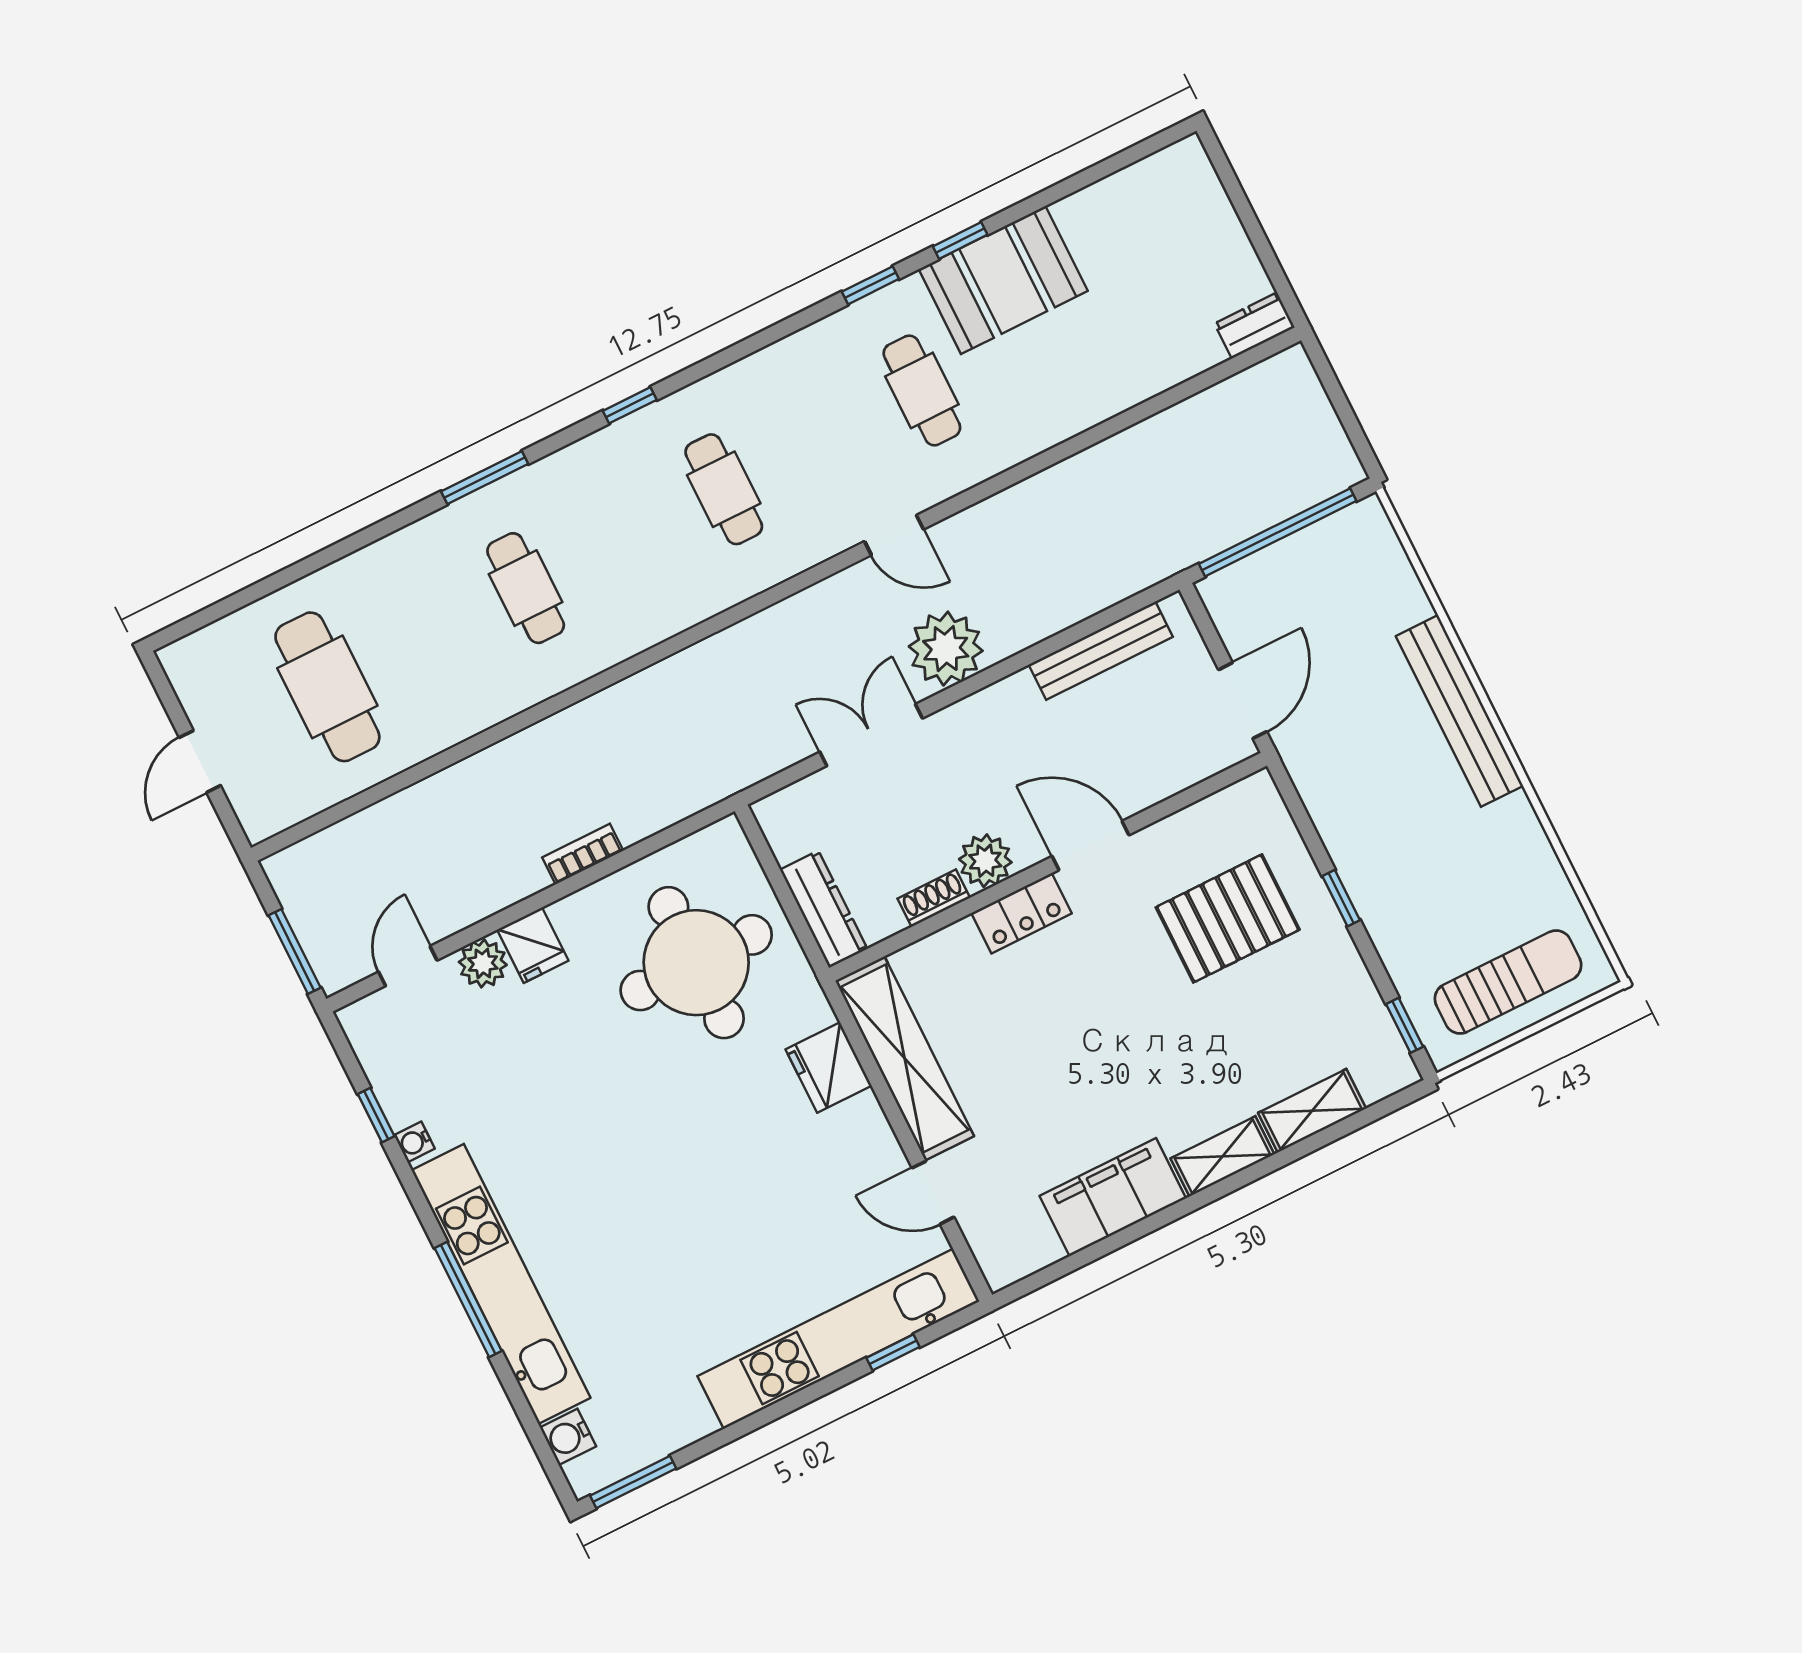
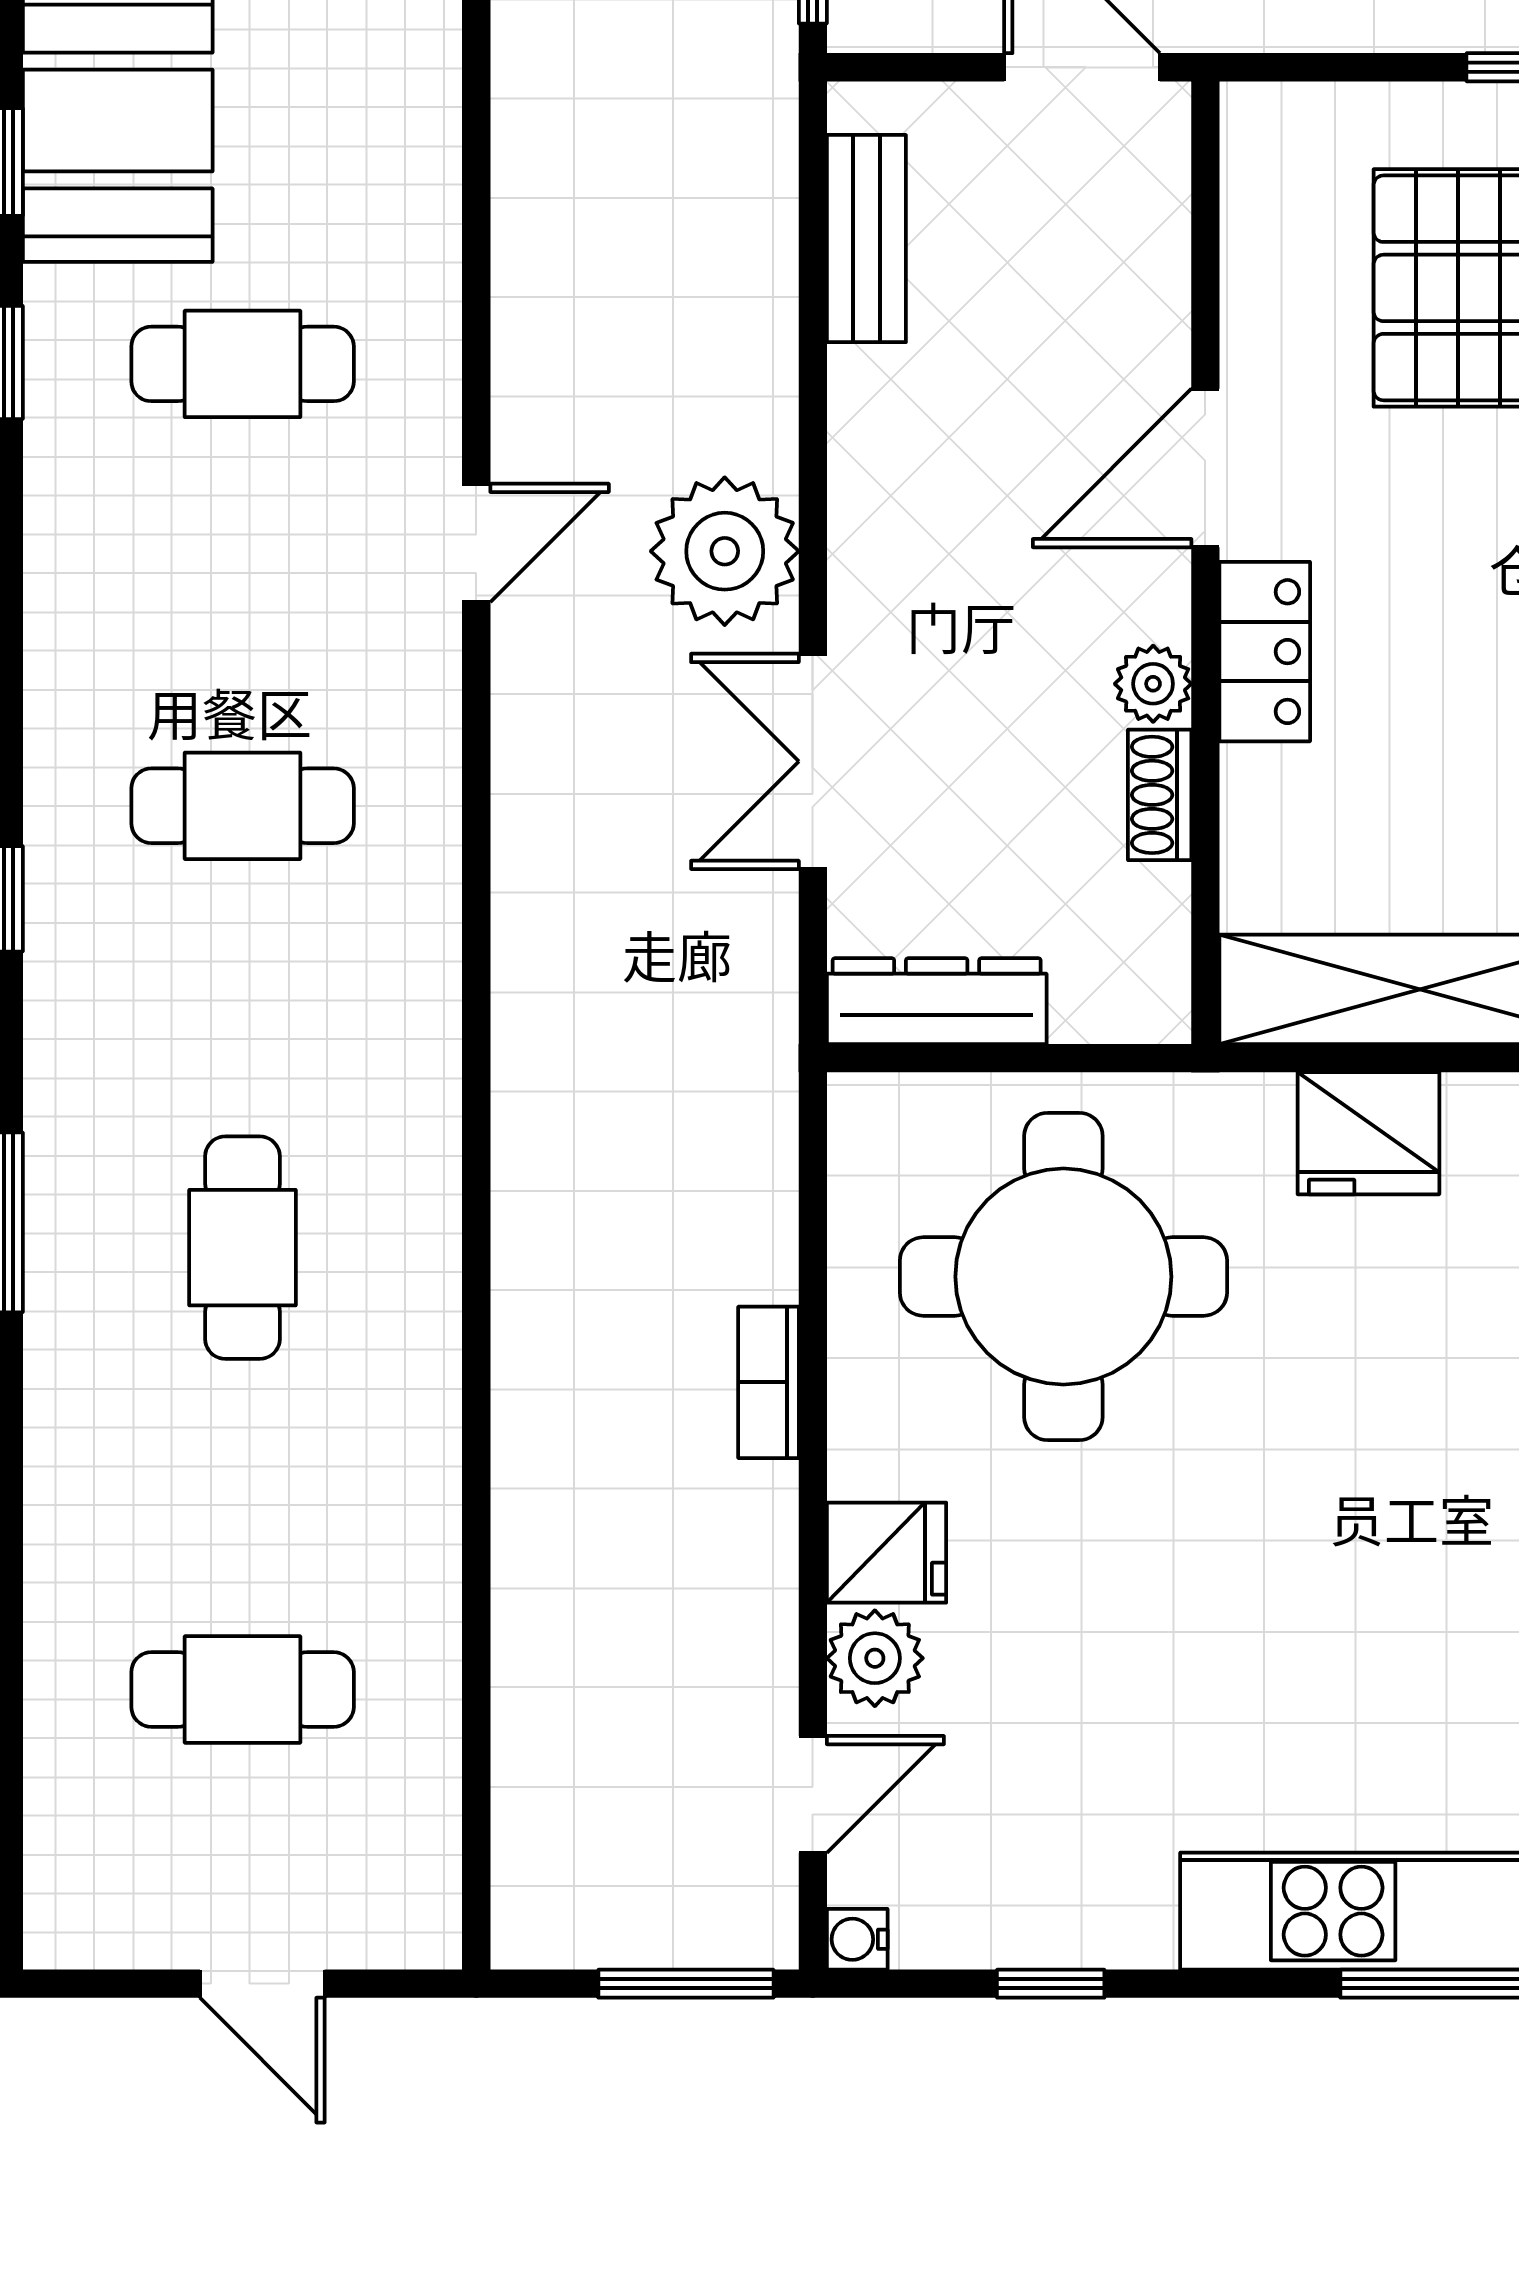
cafe table: (526, 588) -> (243, 1248), turned 90
bench: (1101, 651) -> (866, 239), width x0.73
cafe table: (327, 687) -> (243, 1690), width x0.73, depth x0.74
plant: (985, 861) -> (1153, 684), width x0.73, depth x0.73
dresser: (824, 909) -> (937, 1001), moved
door: (408, 966) -> (813, 1794), swing flipped
water cooler: (414, 1142) -> (857, 1939), moved, turned 90

